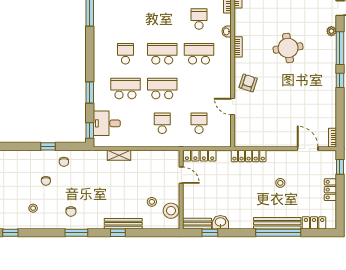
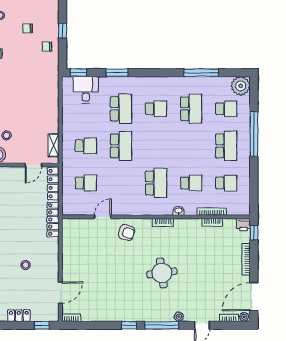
school desk: (162, 54) -> (191, 109), moved
shelving: (119, 155) -> (54, 145), moved
locker: (249, 156) -> (53, 219), moved

